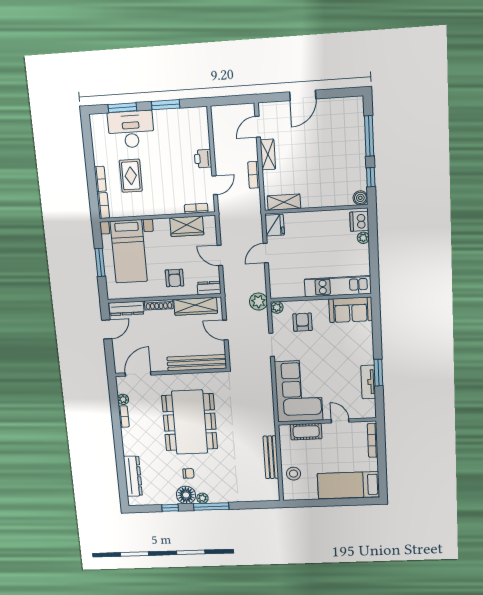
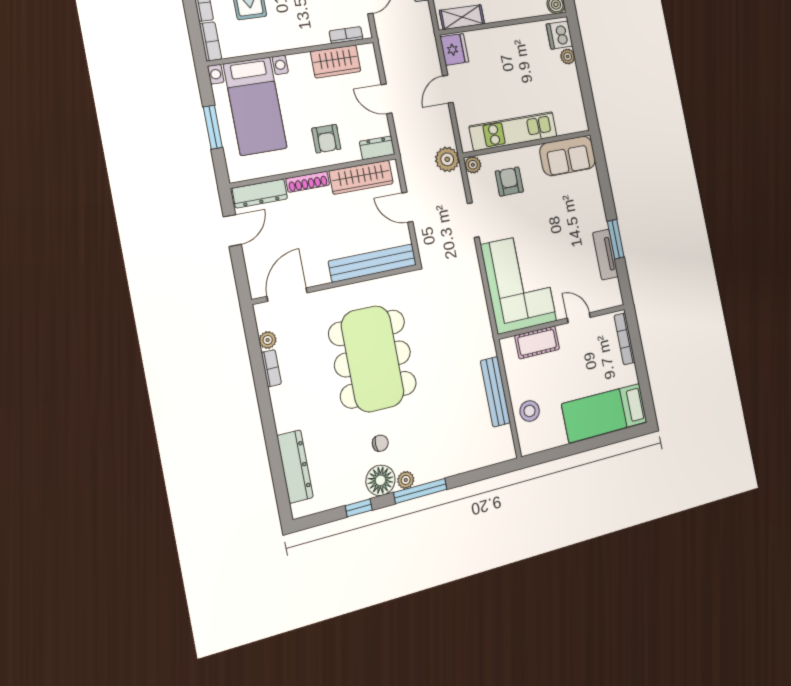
kitchen unit: (338, 286) -> (513, 131), moved

